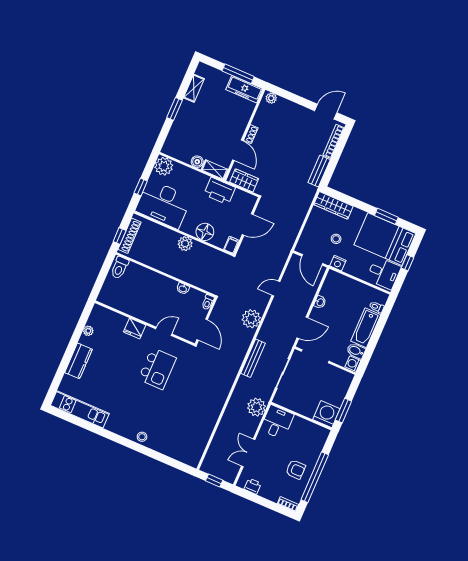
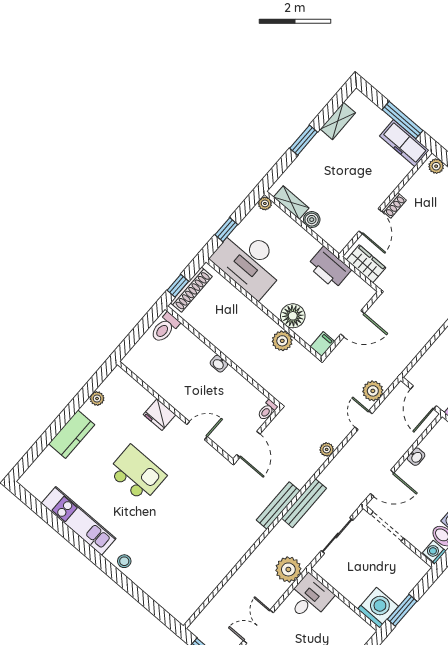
plant: (164, 166) -> (265, 203), width x0.53, depth x0.53
shelving: (215, 170) -> (291, 203), moved
plant: (185, 244) -> (282, 341), moved
plant: (276, 266) -> (373, 391), added
door: (276, 288) -> (363, 420), hinge flipped
washbasin: (183, 289) -> (219, 364), moved
plant: (251, 319) -> (327, 449), width x0.53, depth x0.53
bench: (236, 365) -> (278, 506), added
kitchen island: (157, 369) -> (137, 473), moved, turned -90
kitchen unit: (80, 409) -> (79, 521), moved

